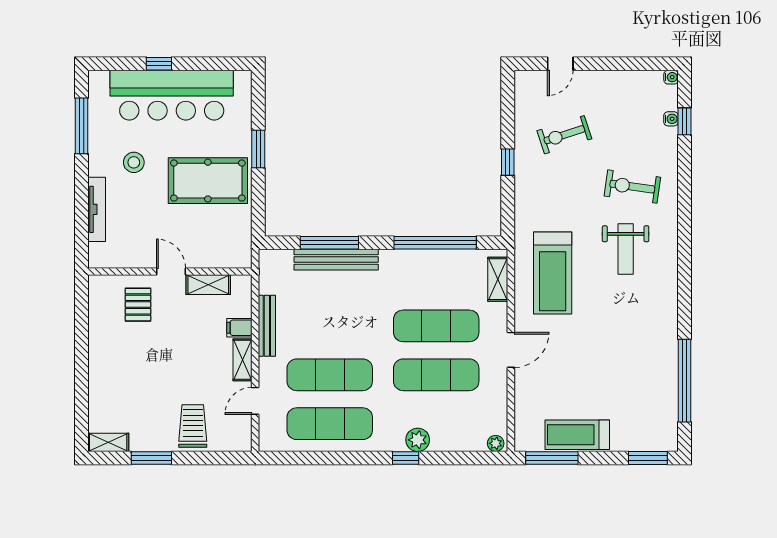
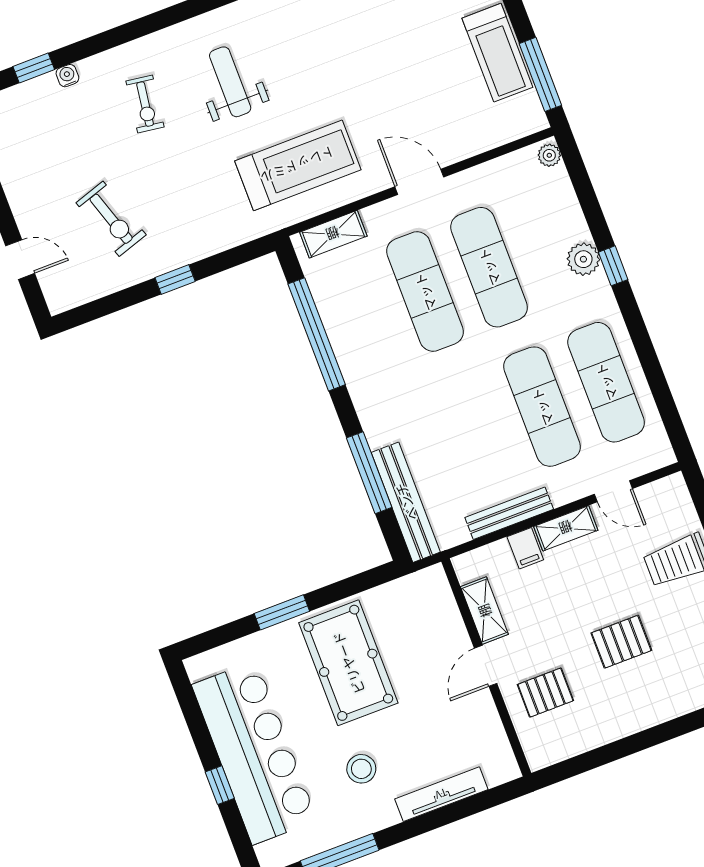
water cooler: (671, 119) -> (67, 76), moved
exercise bike: (632, 187) -> (145, 104), width x0.73, depth x0.72
weight bench: (626, 249) -> (230, 82), turned -90
bench: (336, 260) -> (406, 502), moved
pallet: (153, 368) -> (621, 642), added

